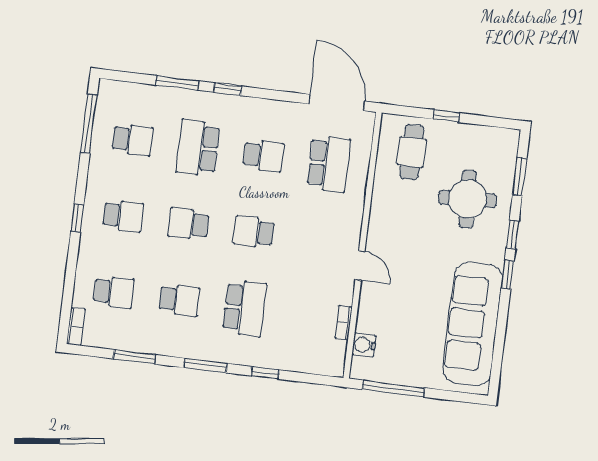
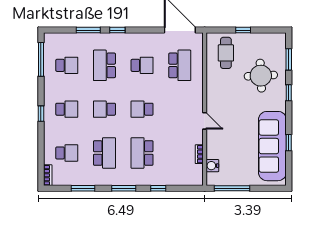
window: (508, 275) -> (289, 143), moved
school desk: (179, 300) -> (104, 153), width x1.85
school desk: (245, 308) -> (142, 153), turned 180

